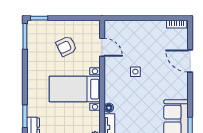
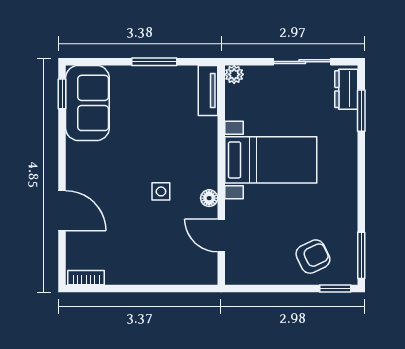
armchair: (66, 46) -> (313, 257), moved
floor lamp: (109, 108) -> (209, 198), moved

